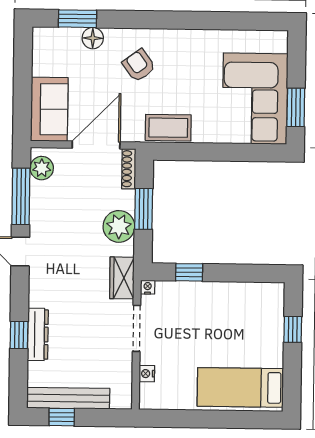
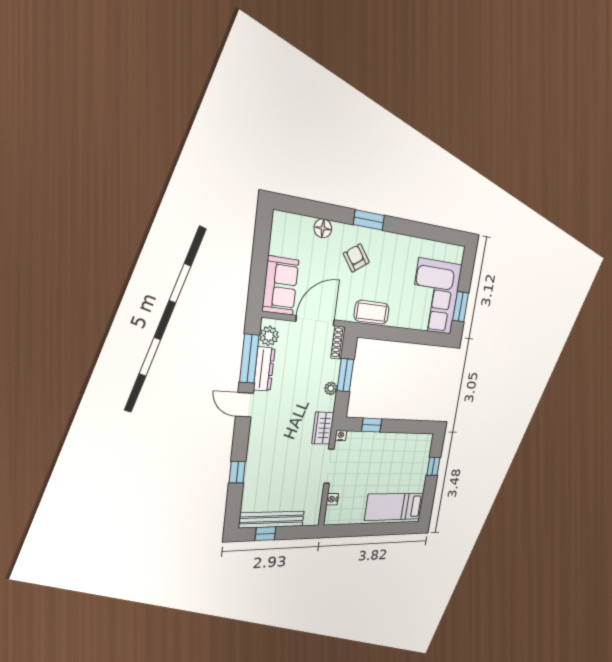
window: (77, 19) -> (369, 220), moved
plant: (119, 226) -> (331, 388), width x0.53, depth x0.53
dresser: (38, 334) -> (264, 369), moved

